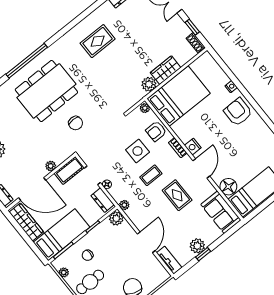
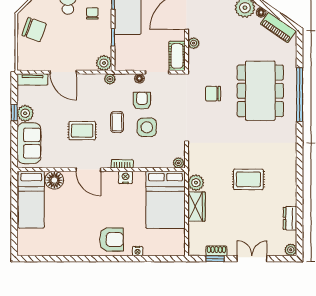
rug: (98, 41) -> (248, 179), moved, turned 90
shoe rack: (195, 43) -> (216, 251), moved
armchair: (156, 131) -> (142, 101), moved
nightstand: (193, 147) -> (125, 177), moved
dresser: (103, 200) -> (129, 64), removed
sofa: (221, 212) -> (29, 143), moved, turned 90

